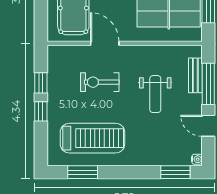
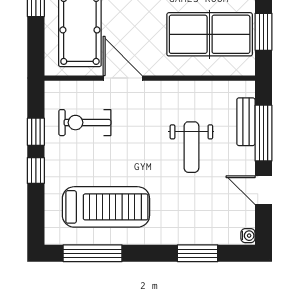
exercise bike: (100, 82) -> (85, 123), moved
window: (83, 172) -> (93, 253), width x1.44
window: (175, 172) -> (198, 253), moved

